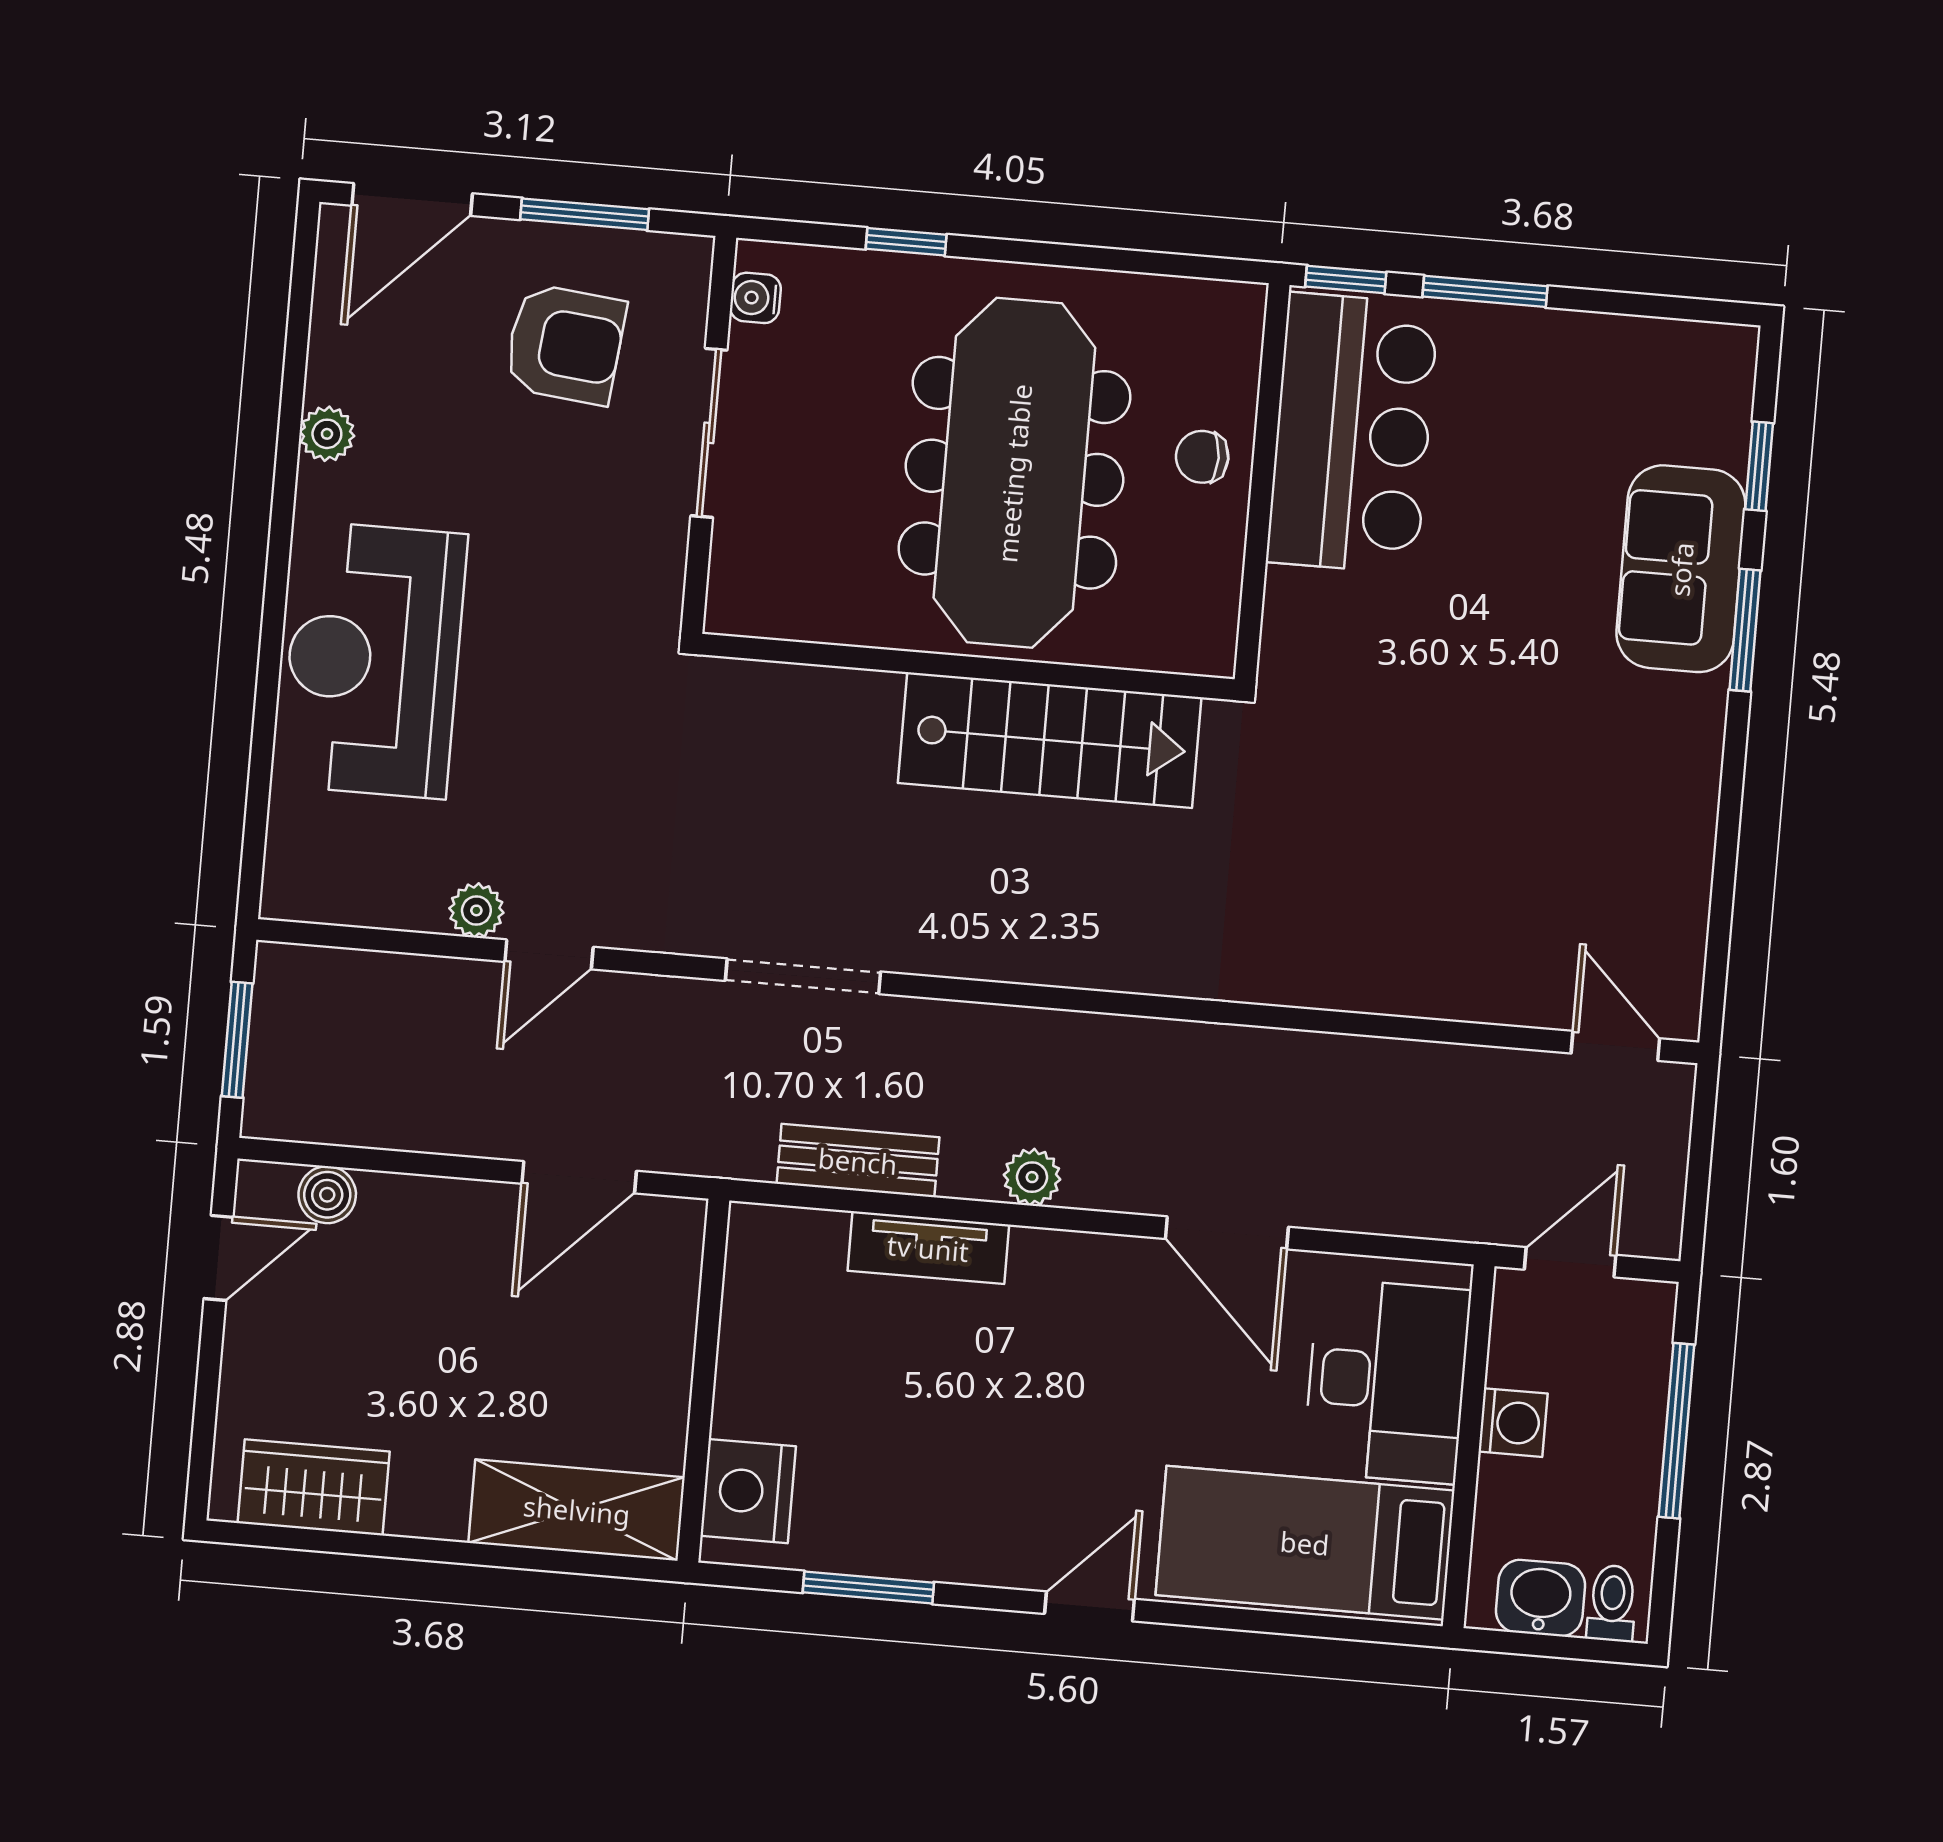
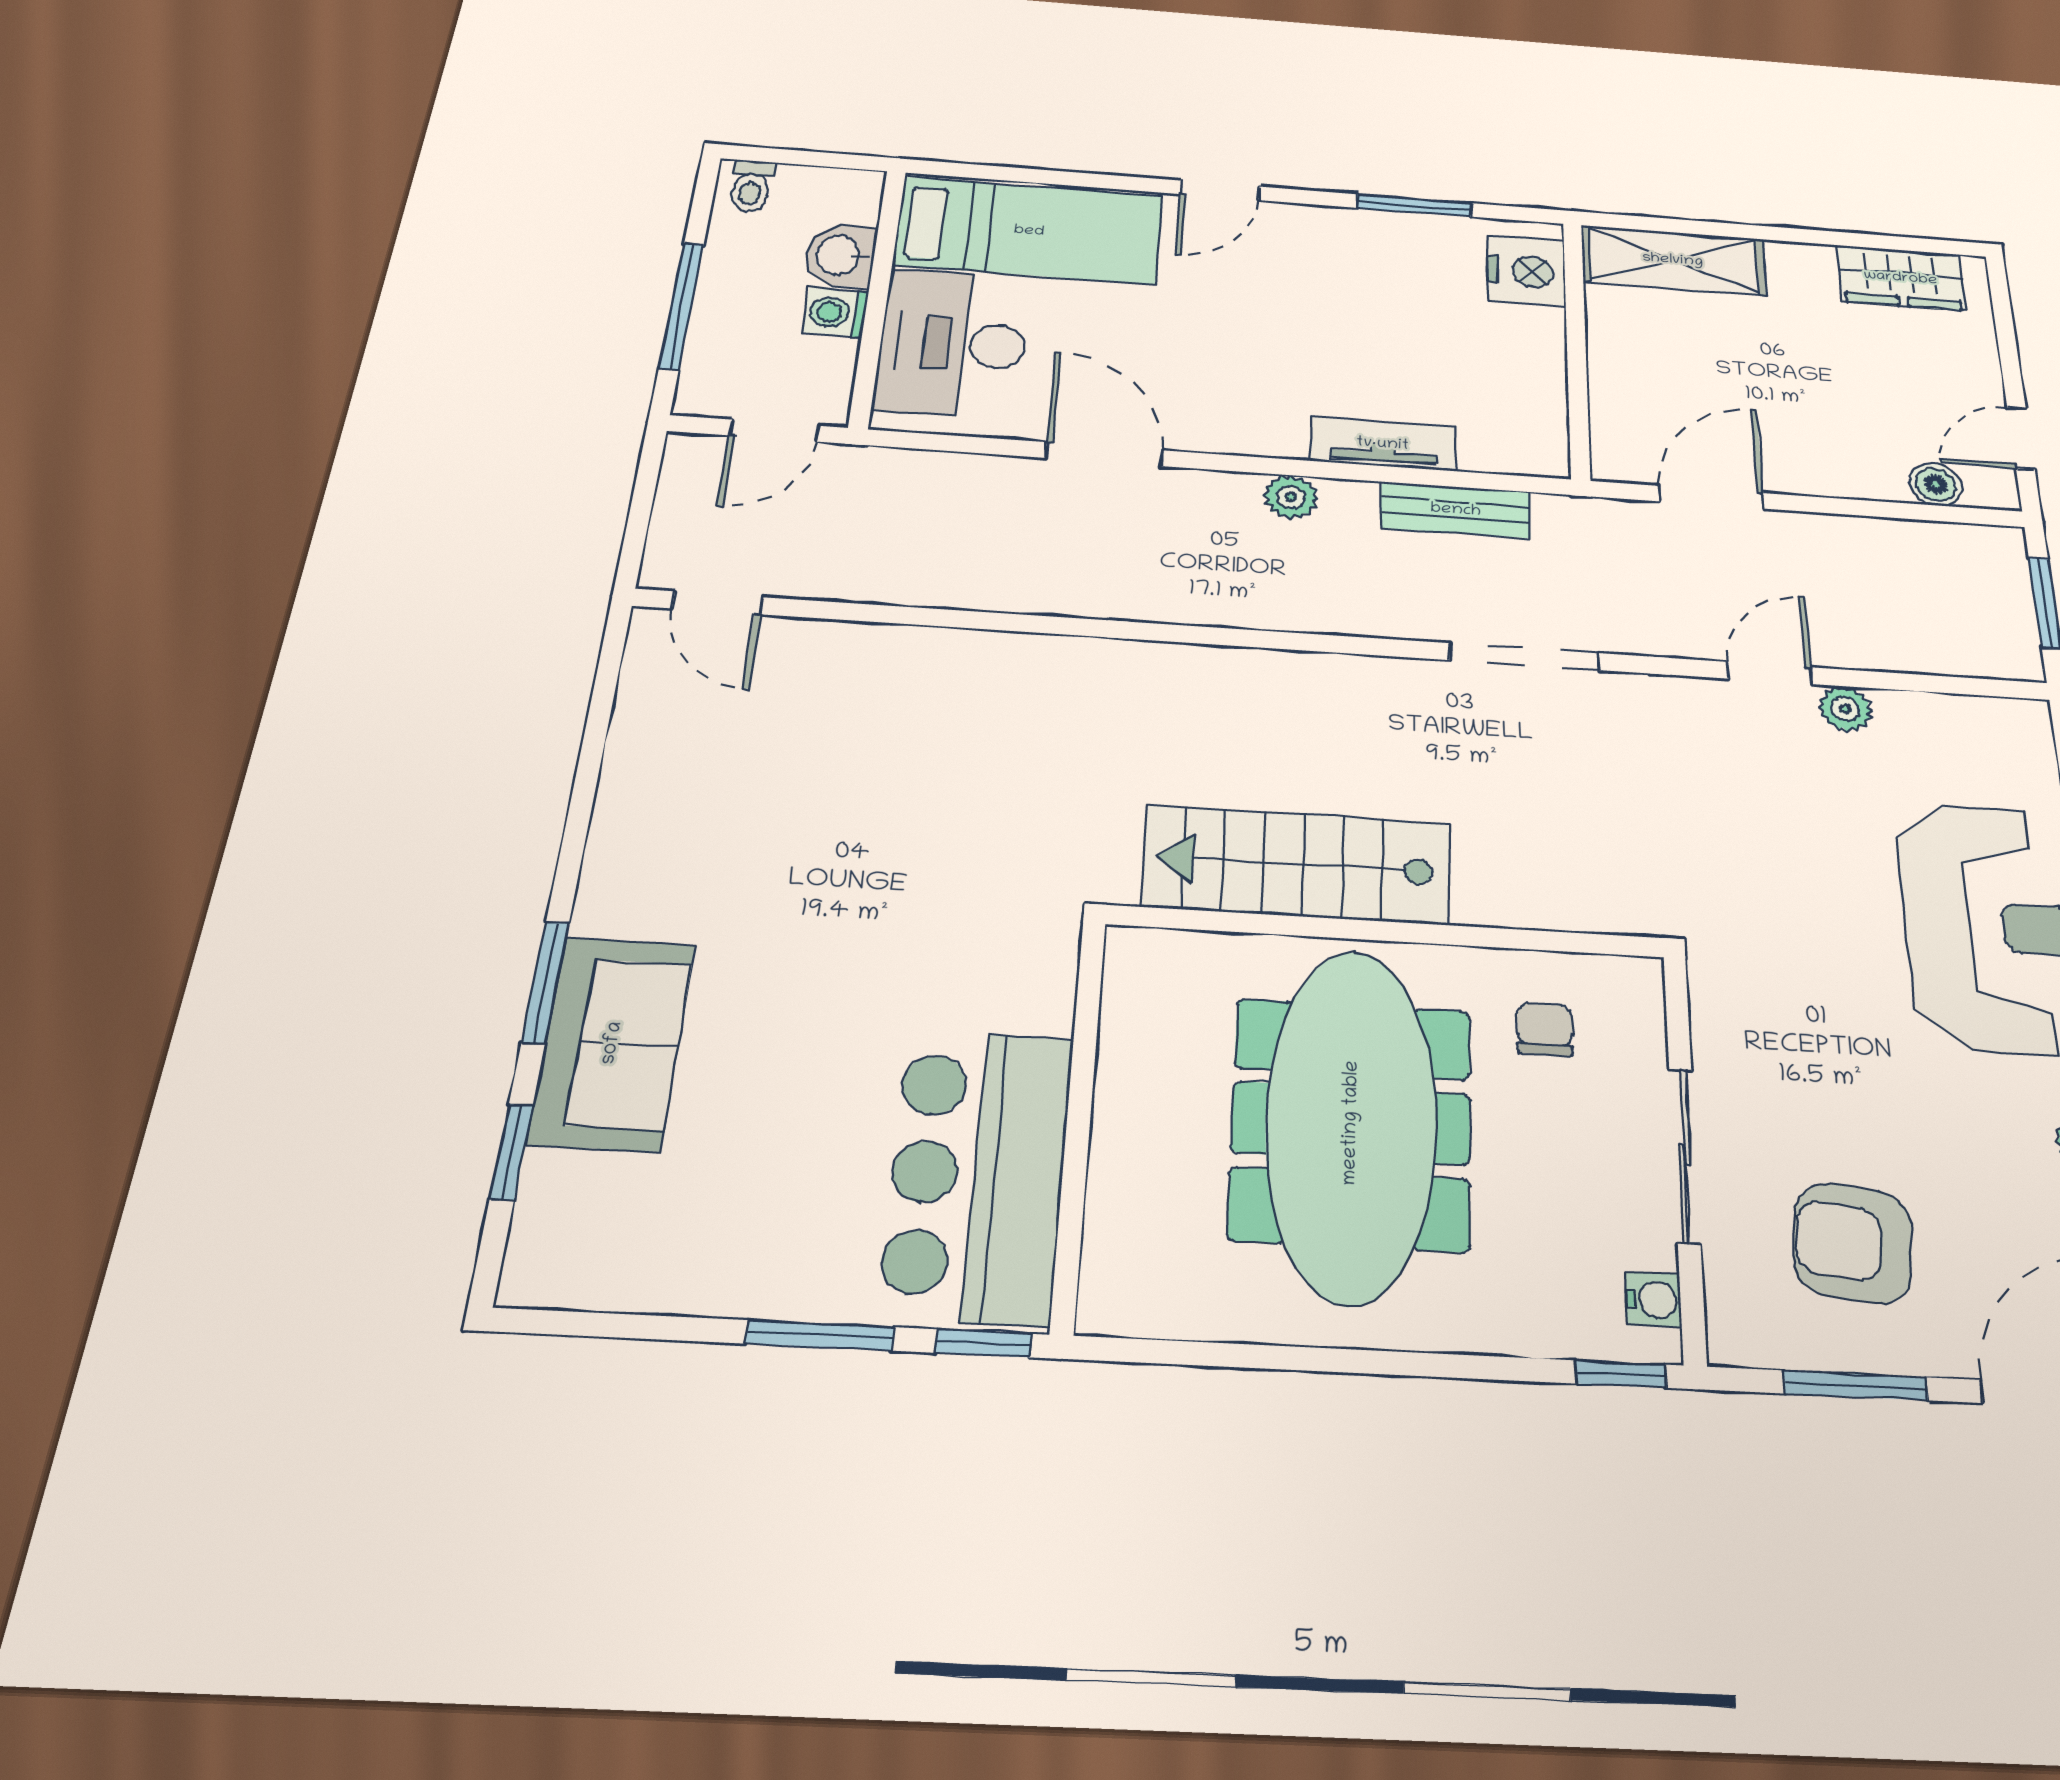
window: (906, 242) -> (1621, 1374), moved
chair: (1202, 457) -> (1545, 1029), moved, turned -90
washbasin: (1540, 1598) -> (840, 255), moved, turned 90

